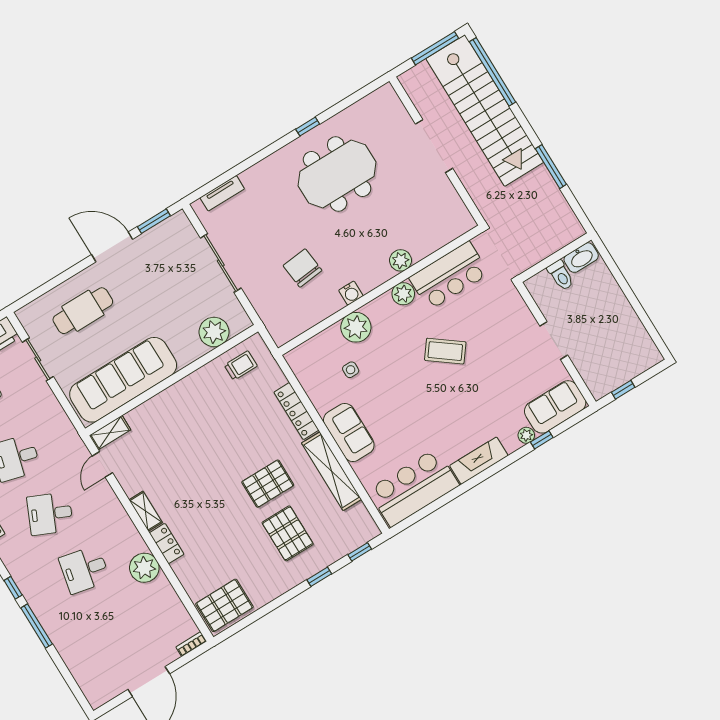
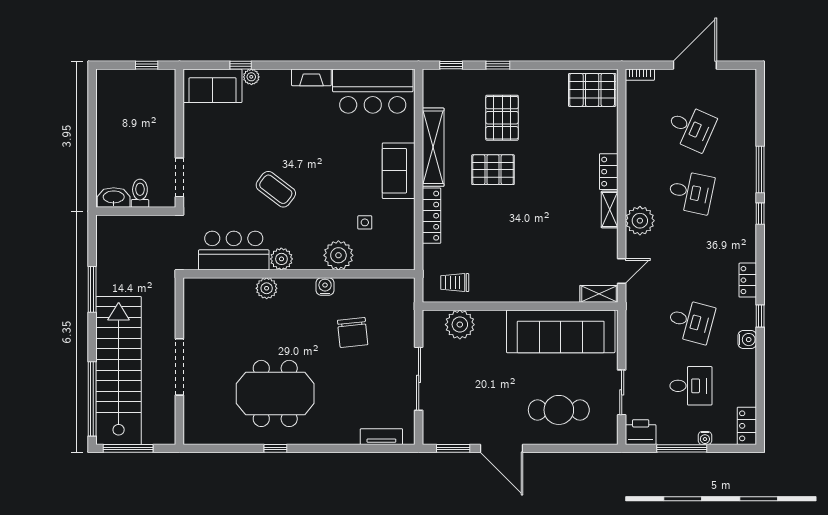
doorway: (554, 341) -> (179, 177), moved
fireplace: (479, 461) -> (311, 77), width x0.73, depth x0.76
desk: (50, 514) -> (691, 128), moved
plant: (144, 568) -> (640, 221), moved

